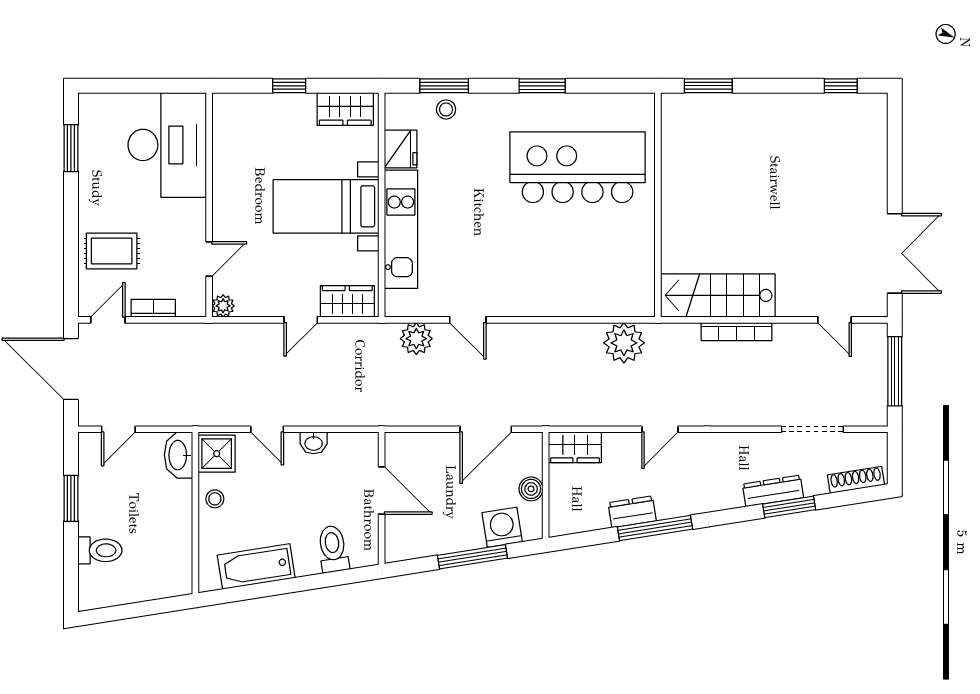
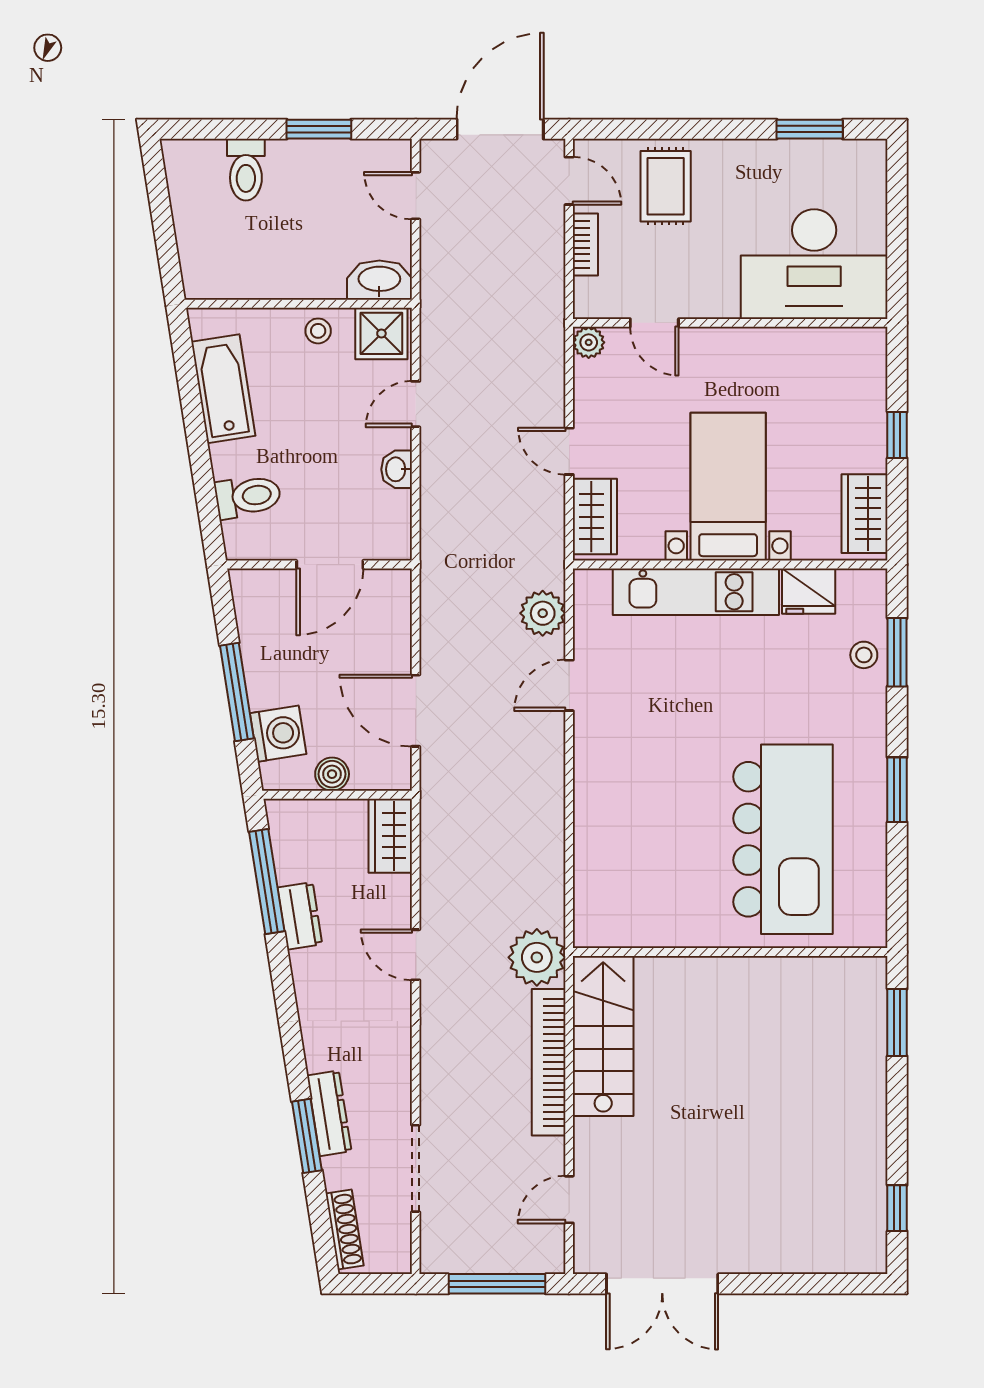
bookcase: (737, 332) -> (549, 1062), width x1.48, depth x1.31
plant: (624, 343) -> (537, 957), moved
window: (655, 528) -> (267, 882), moved

